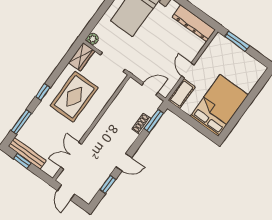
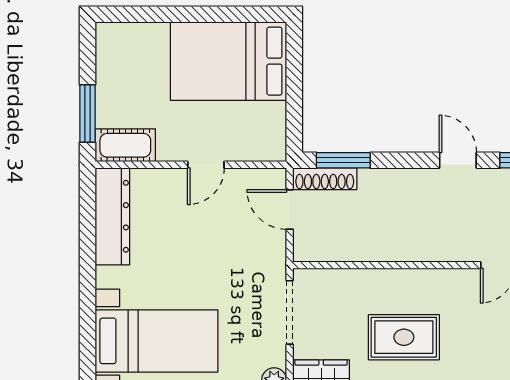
cot: (182, 94) -> (125, 145), moved
rug: (74, 97) -> (404, 337), width x0.73, depth x0.70
shoe rack: (141, 124) -> (325, 179), moved, width x1.43

